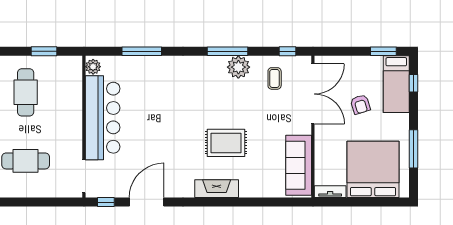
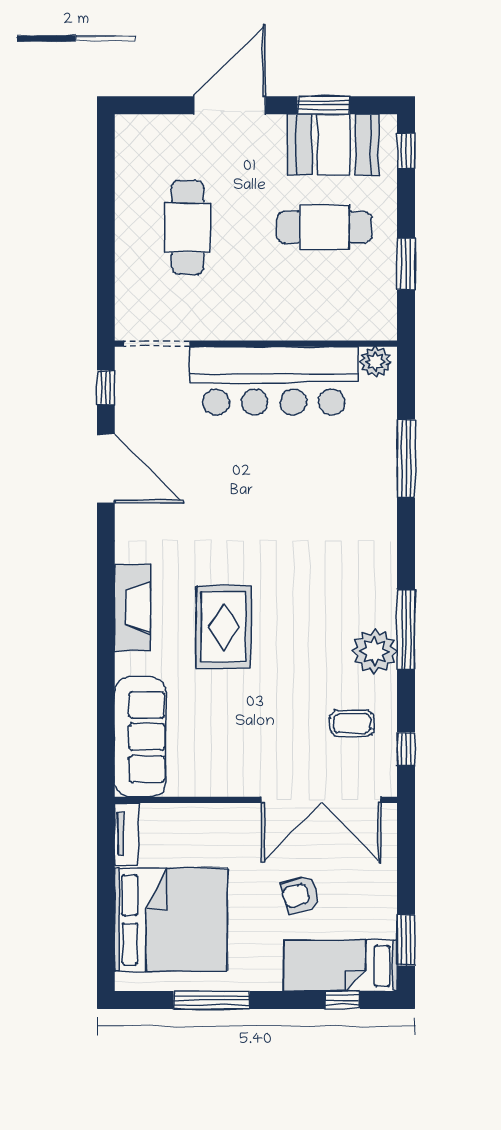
sofa: (299, 165) -> (140, 737), moved, turned 90

